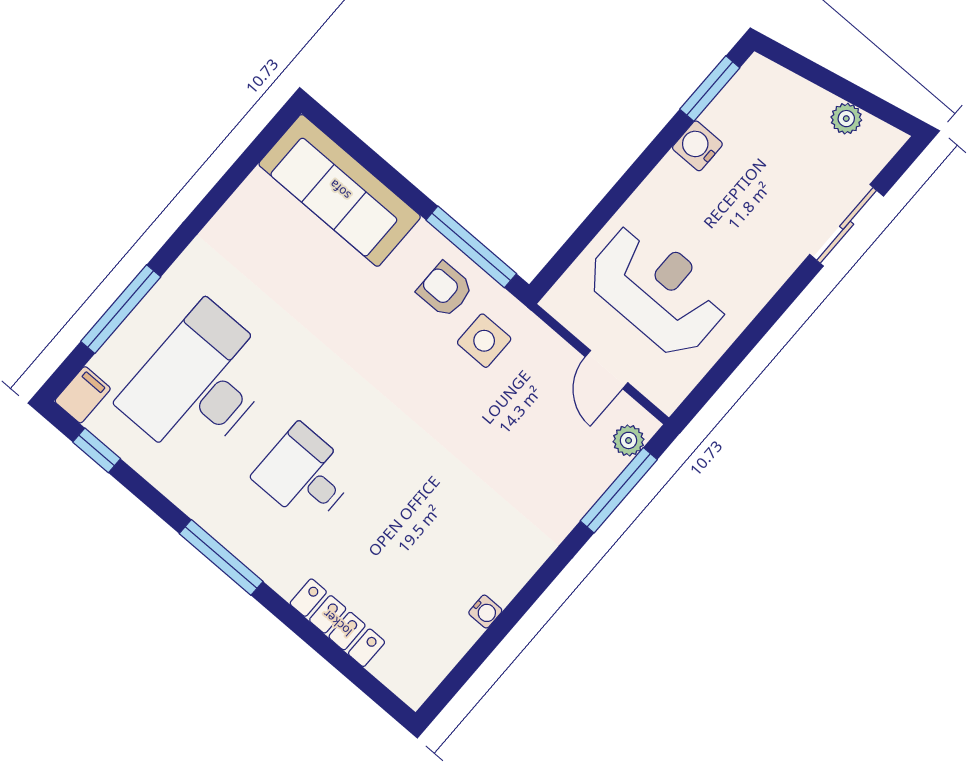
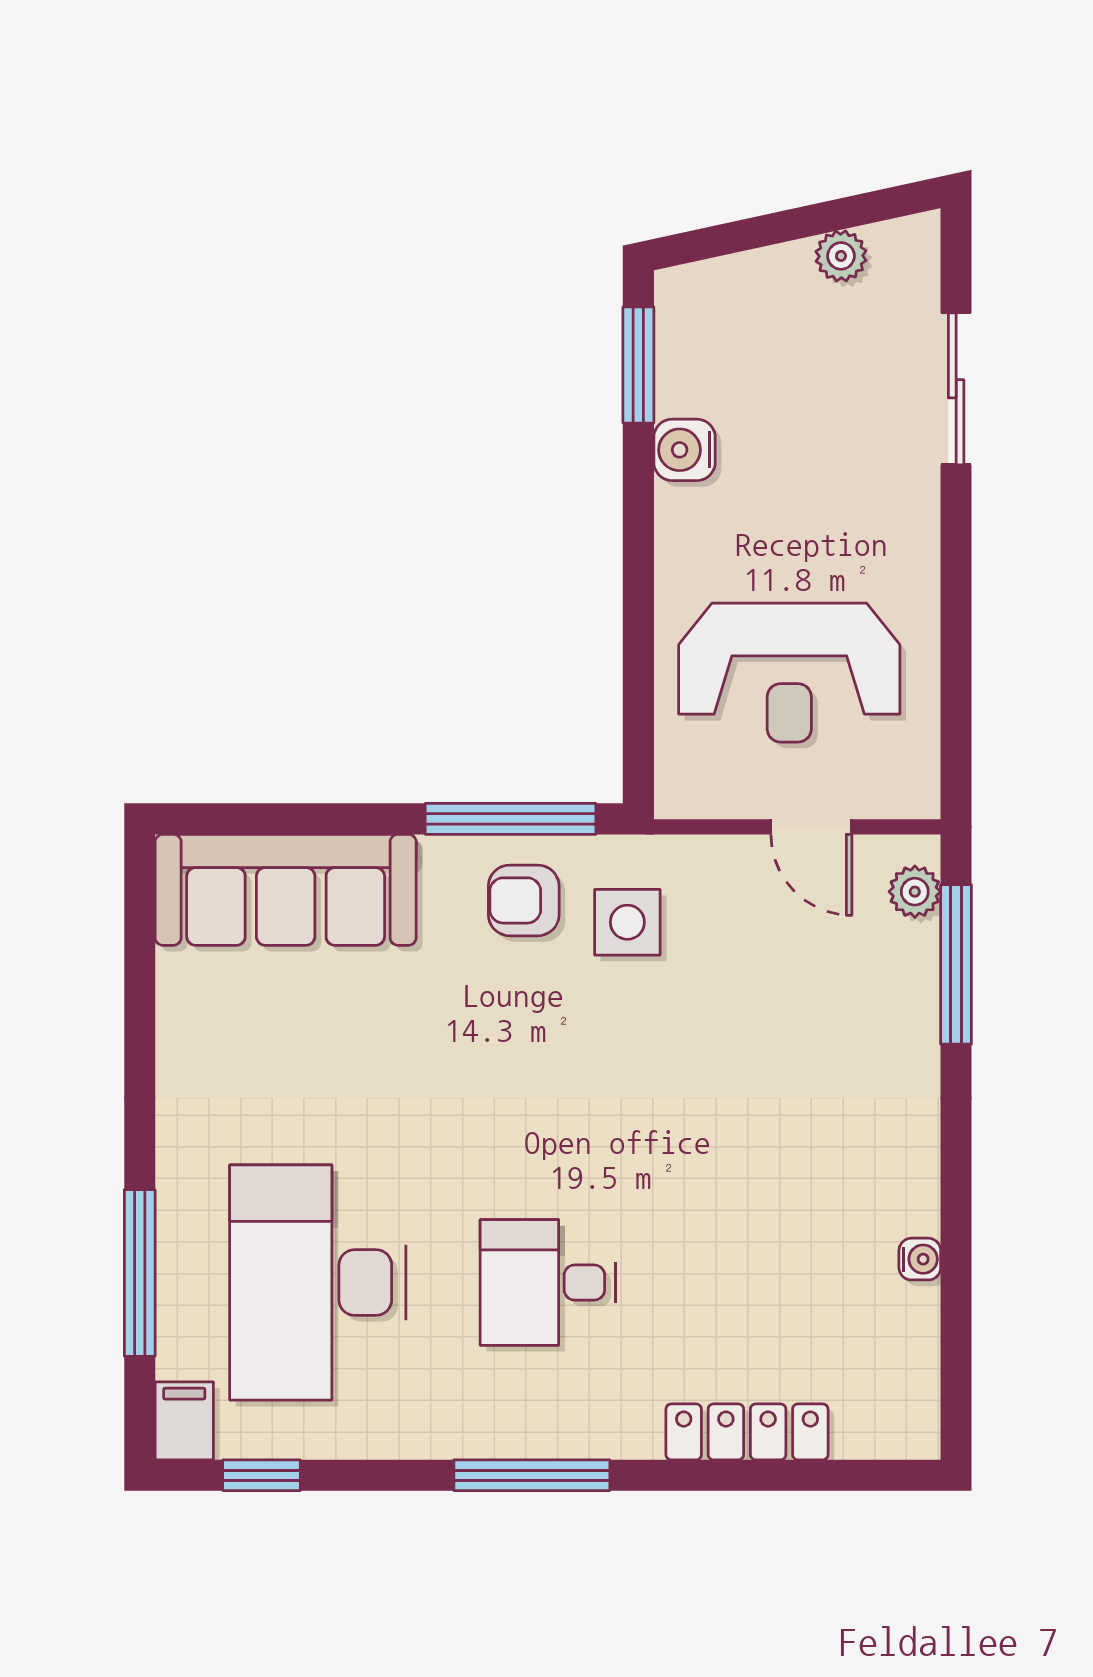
reception desk: (658, 290) -> (789, 673), turned 180

